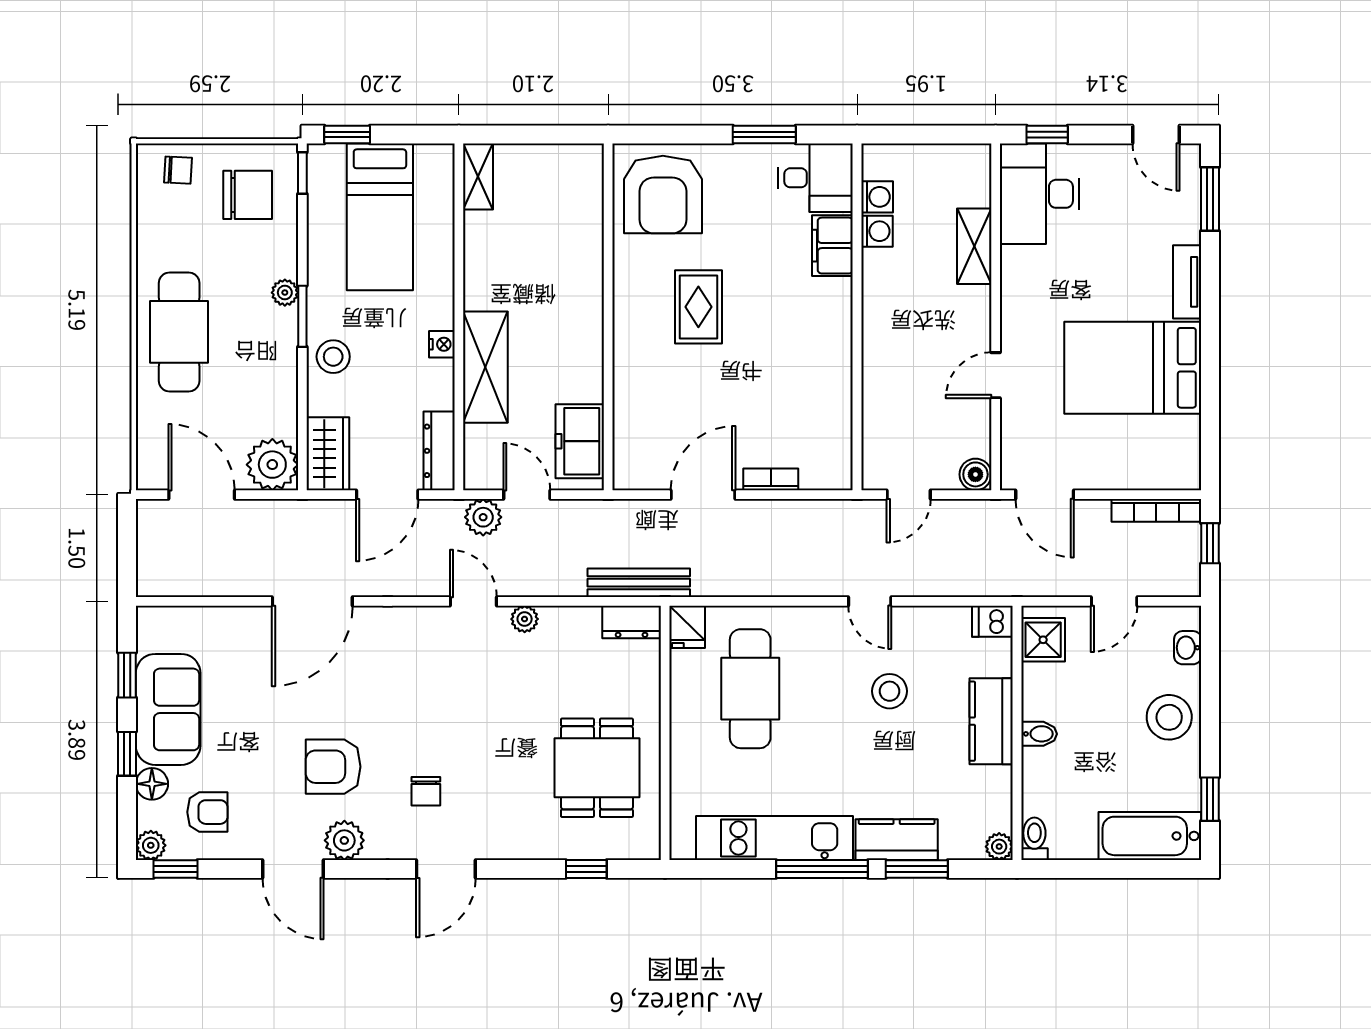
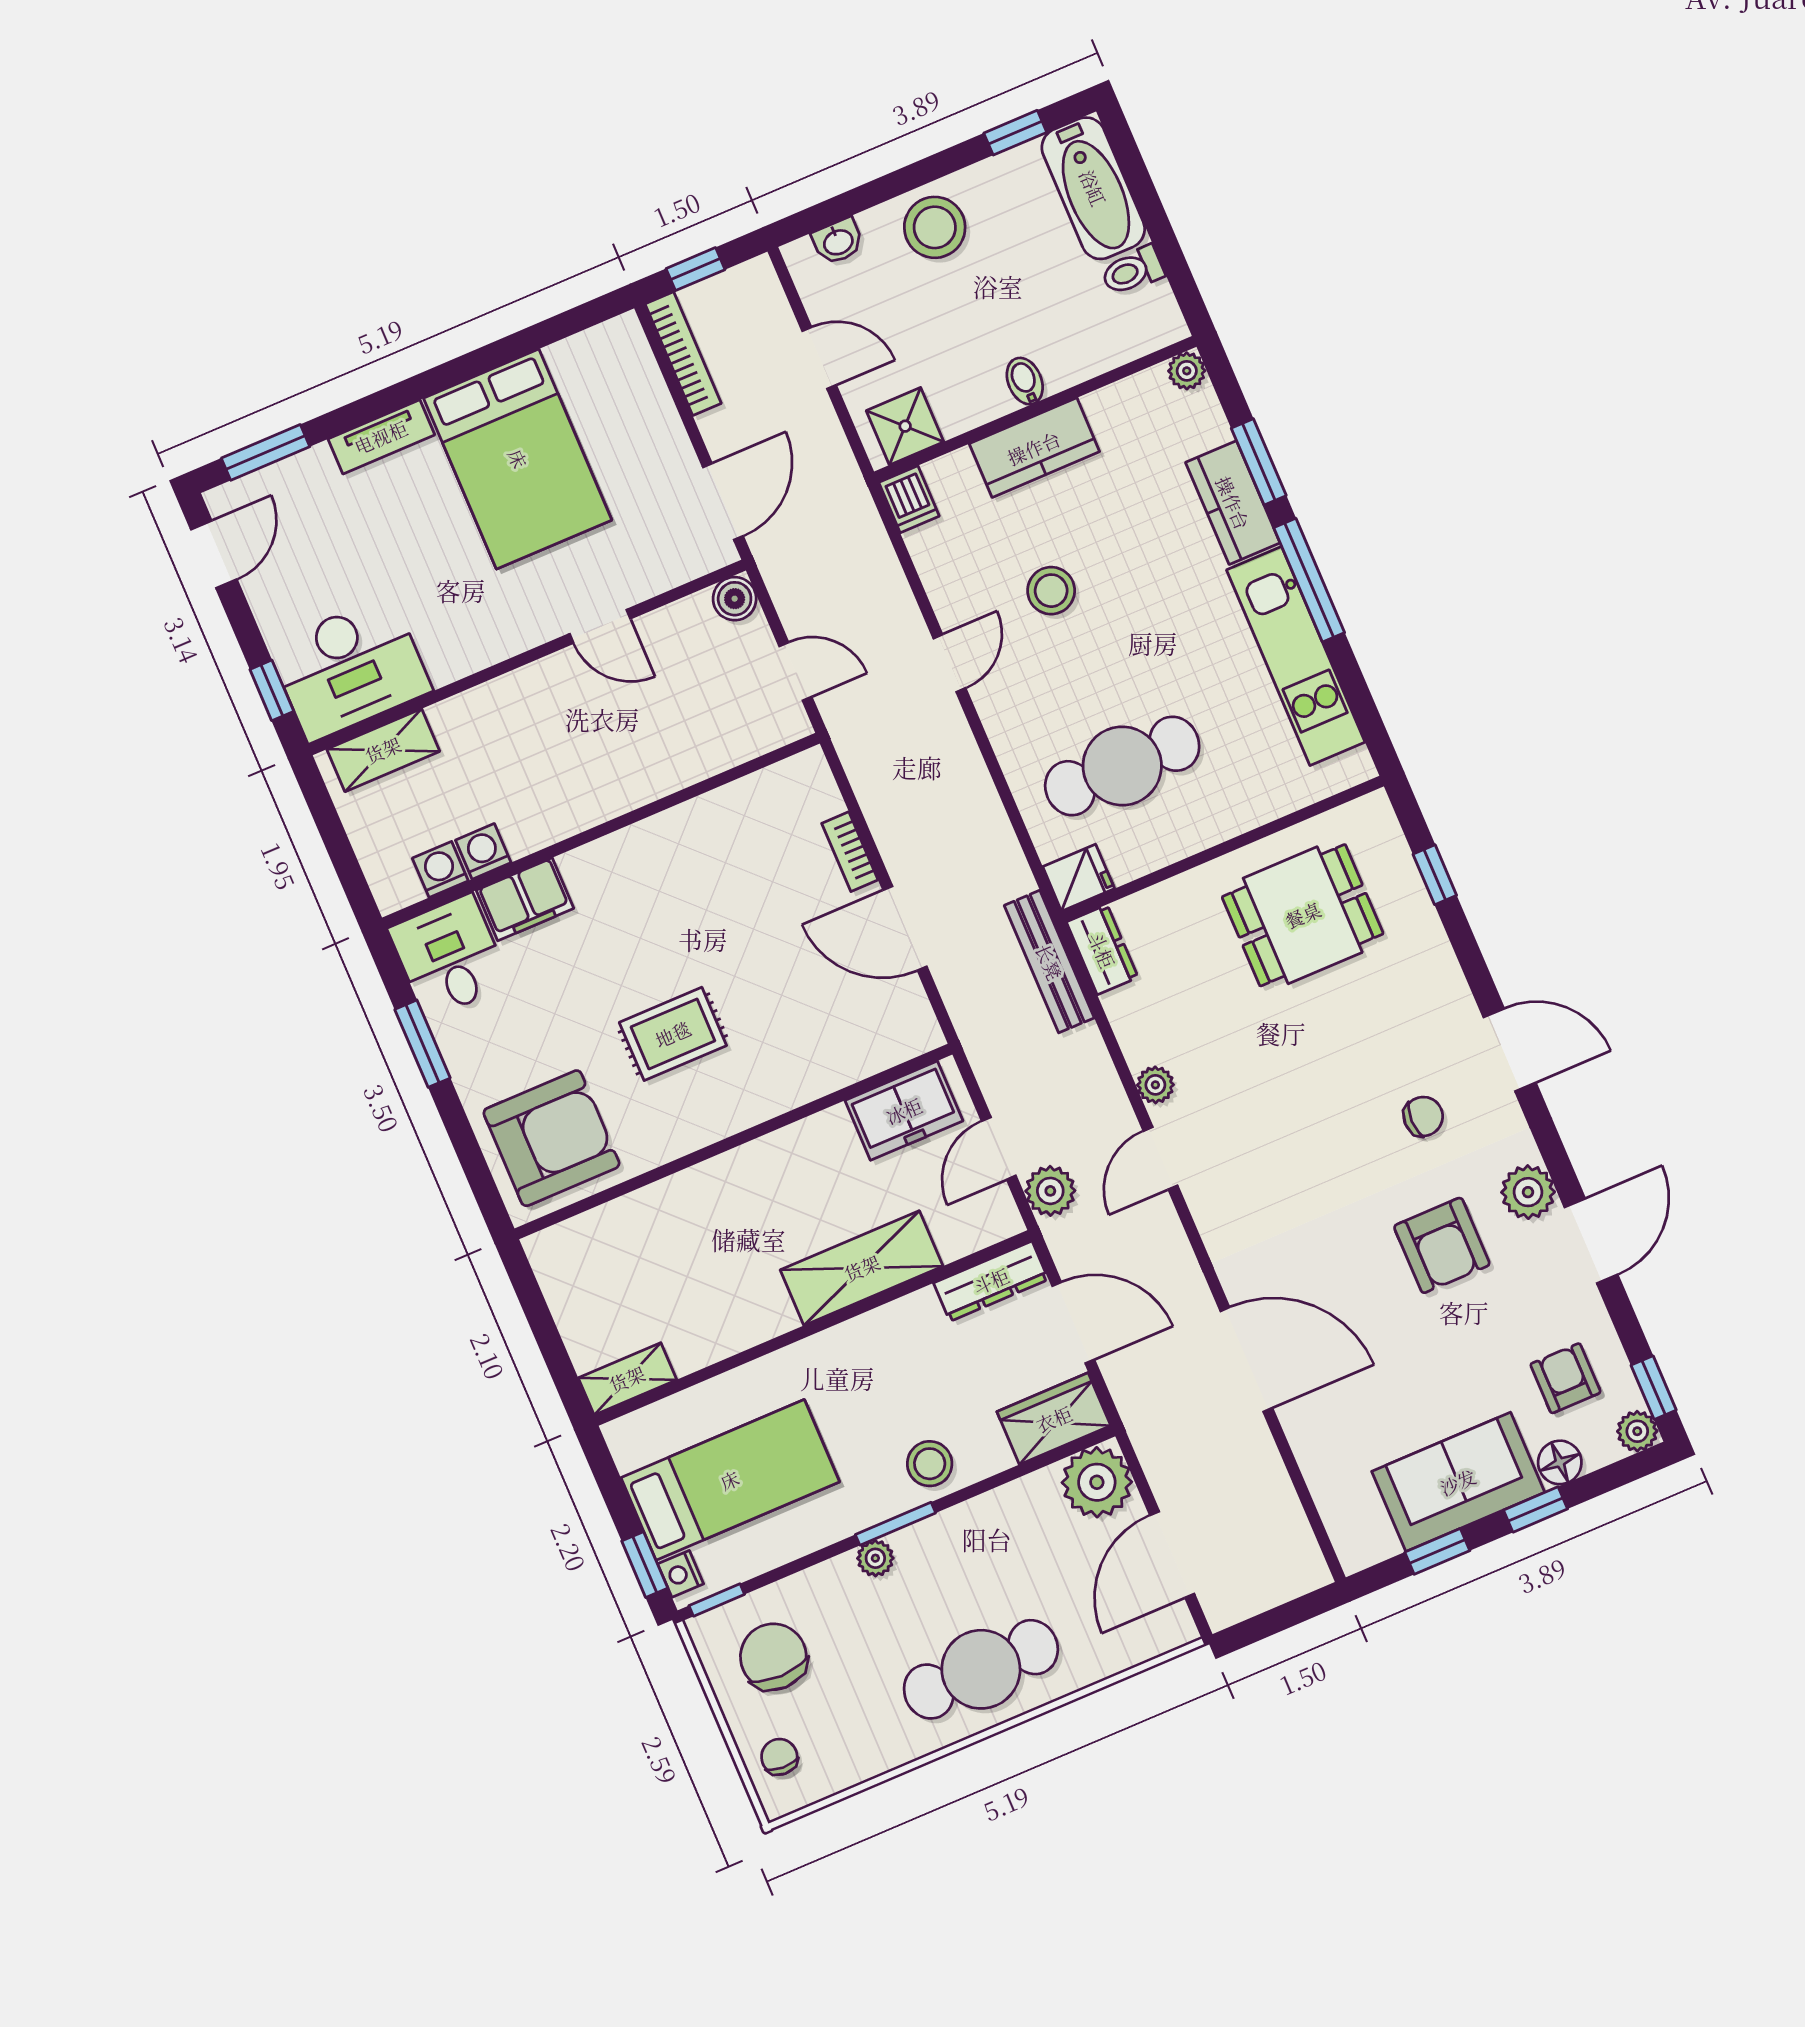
shelving: (974, 246) -> (383, 750), moved
nightstand: (442, 344) -> (681, 1574), moved, turned -90
toilet: (1034, 839) -> (1133, 271), moved

